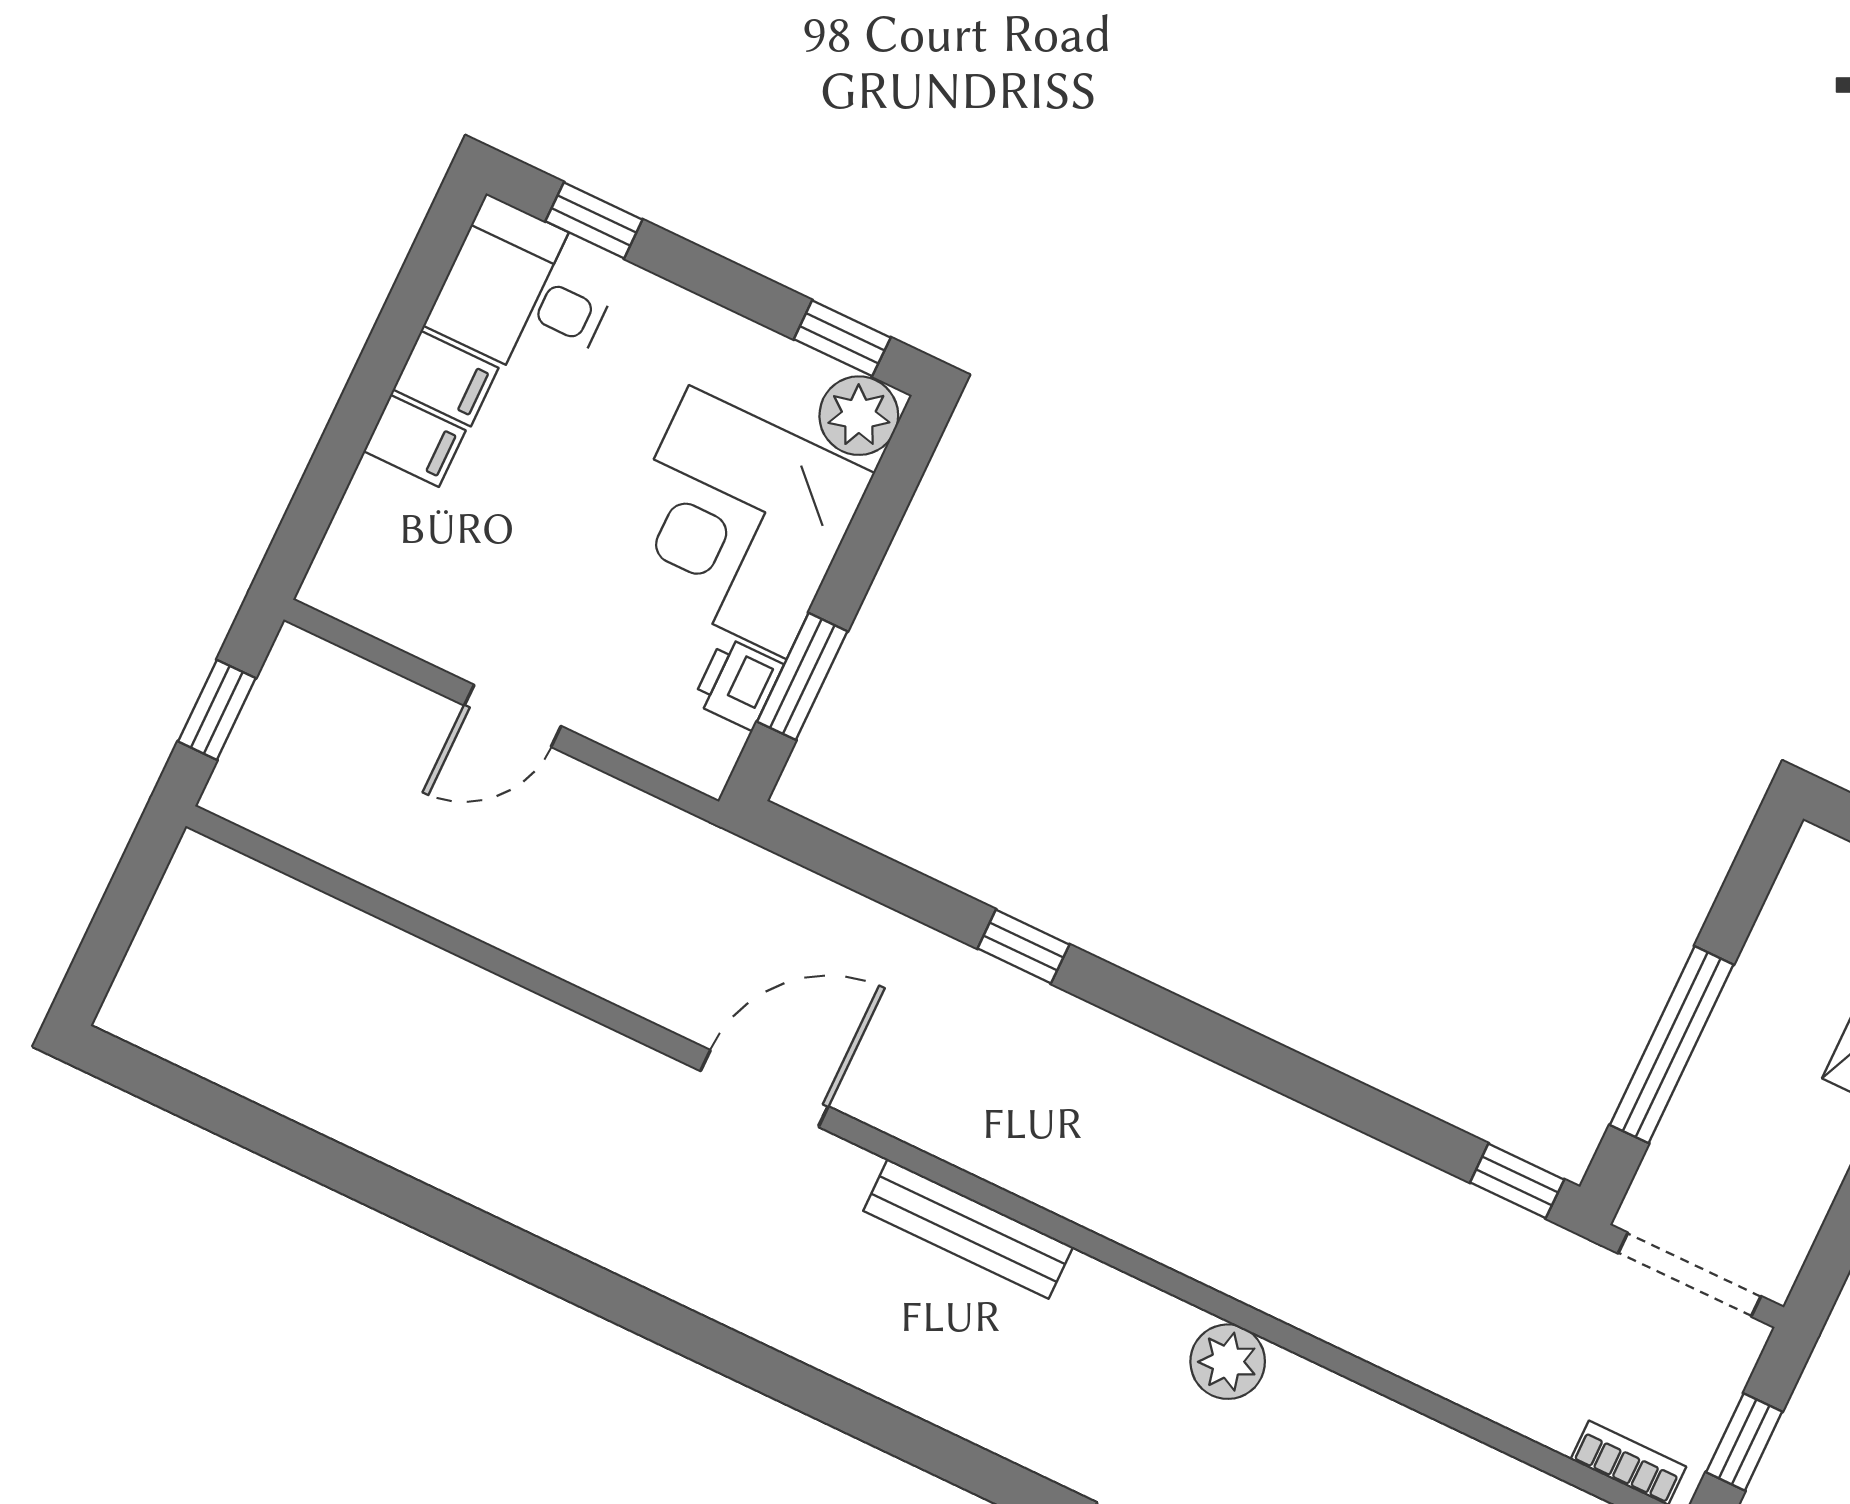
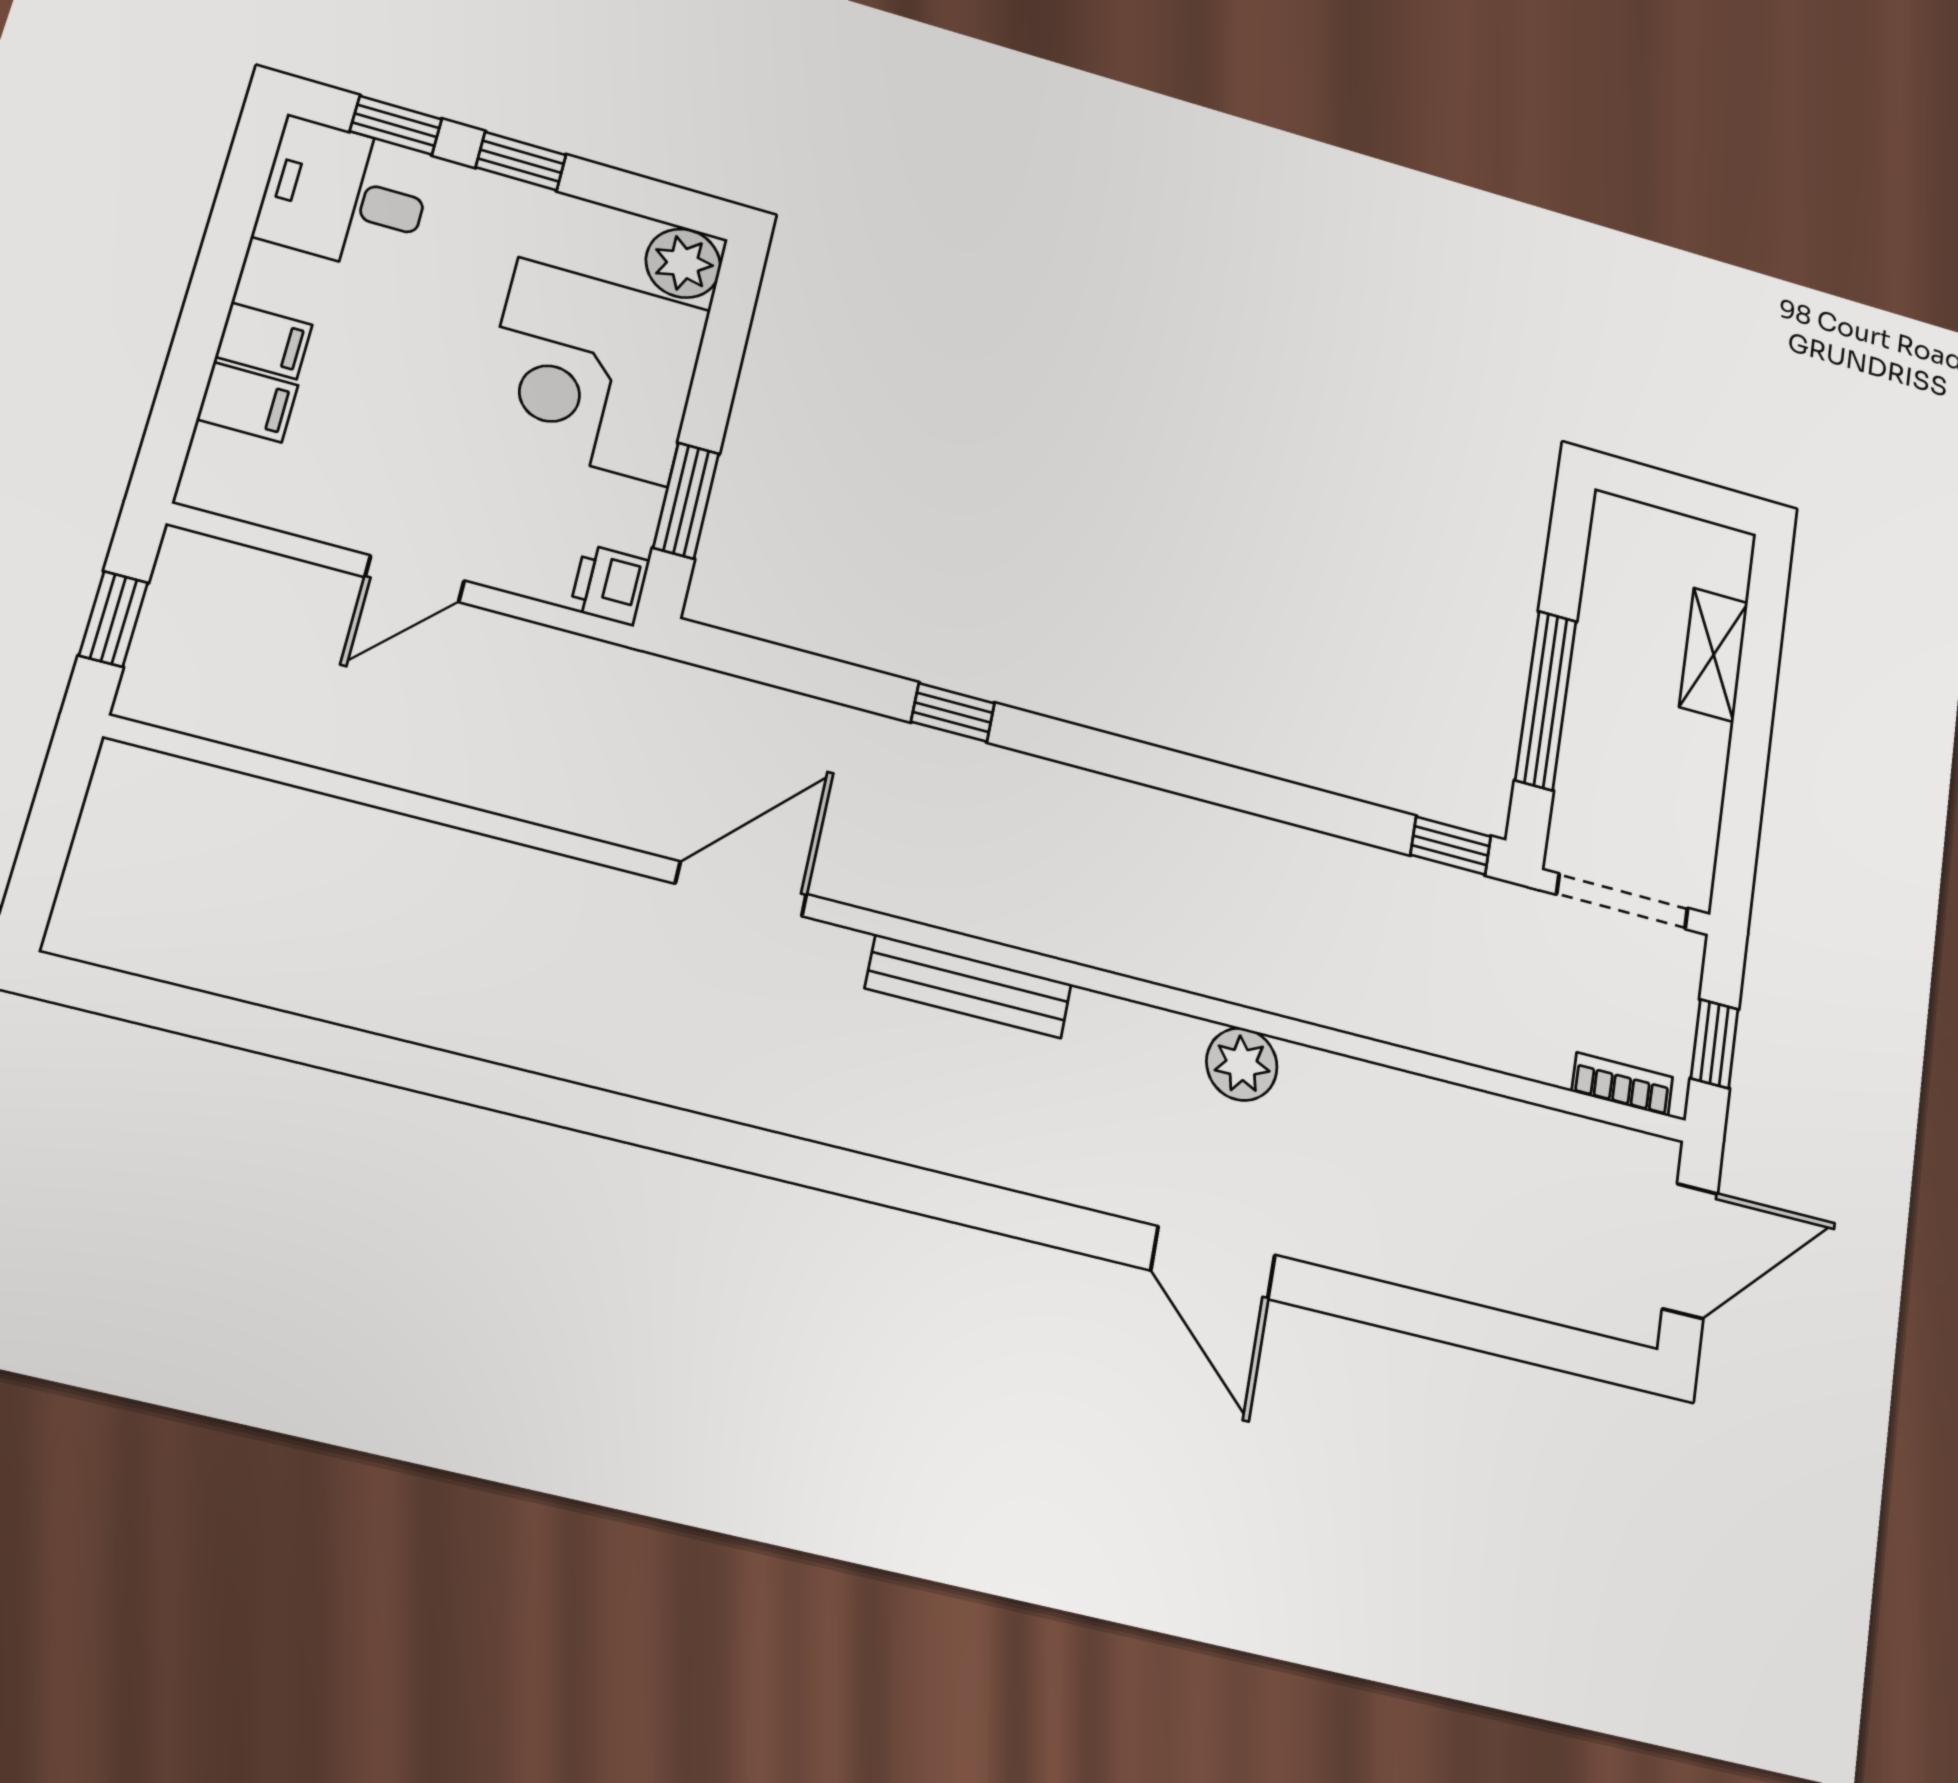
window: (842, 338) -> (521, 161), moved
filing cabinet: (446, 379) -> (247, 402), moved
printer: (738, 683) -> (610, 585), moved

